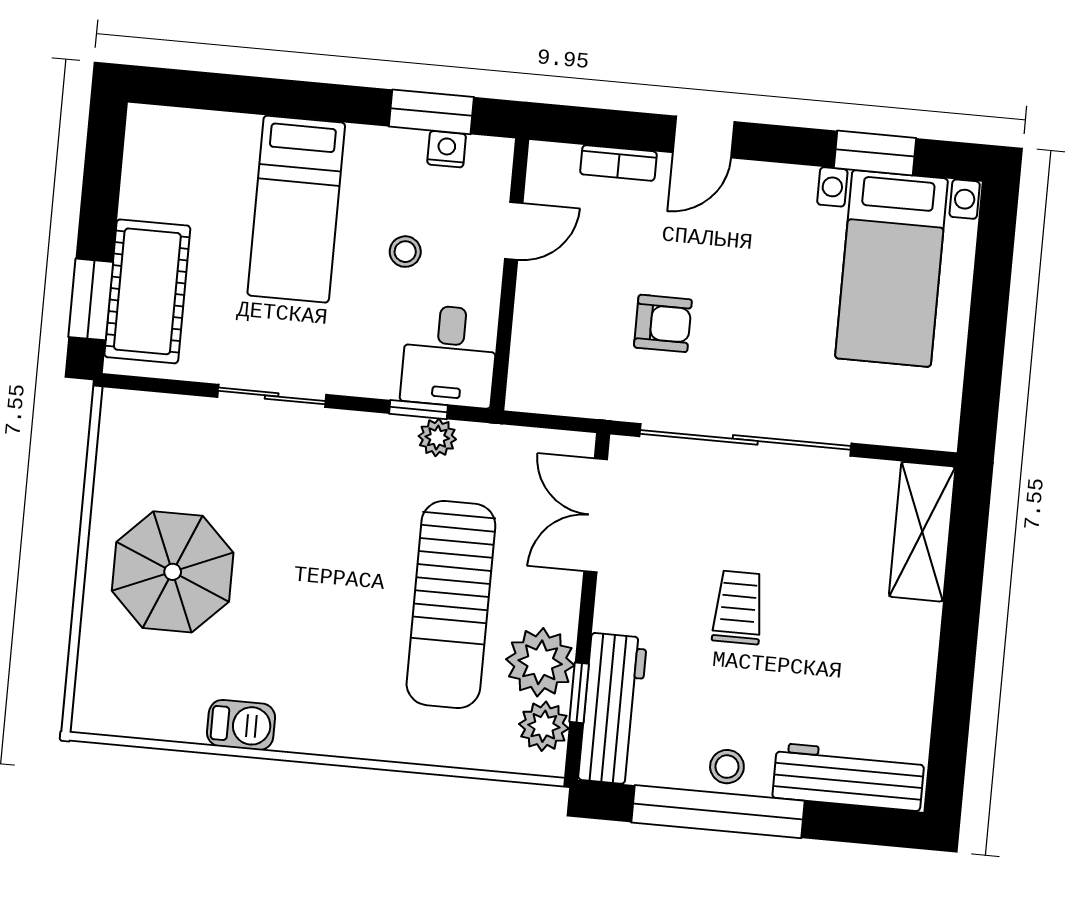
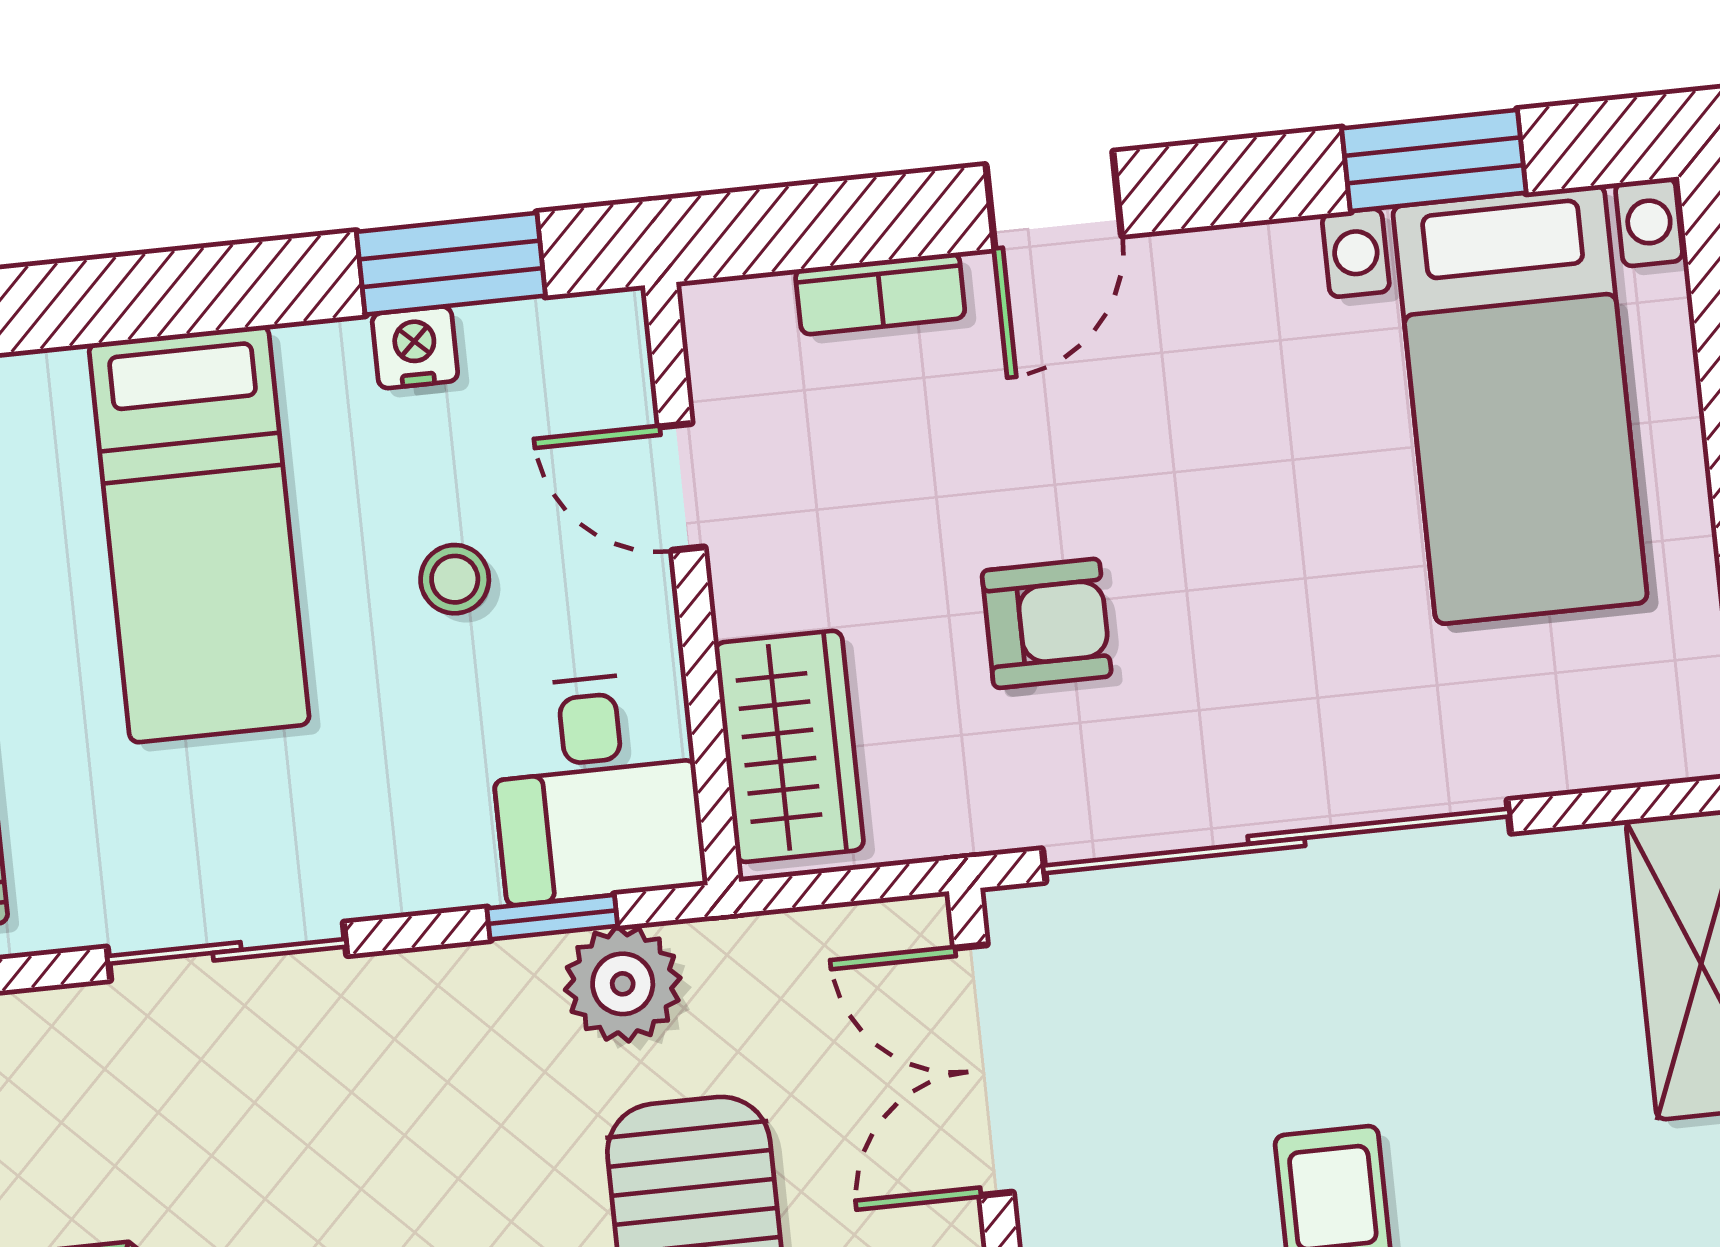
nightstand: (447, 149) -> (415, 347), moved
door: (514, 231) -> (682, 487), swing flipped
wardrobe: (538, 355) -> (789, 746), added
plant: (437, 438) -> (623, 984), width x1.38, depth x1.38

